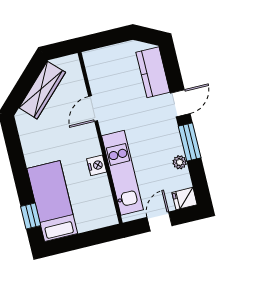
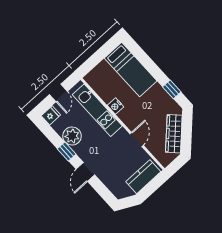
kitchen counter: (153, 72) -> (143, 177), moved, turned -90
window: (190, 142) -> (67, 151), width x0.67
plant: (180, 162) -> (72, 136), width x1.87, depth x1.87
window: (31, 216) -> (172, 89), moved

